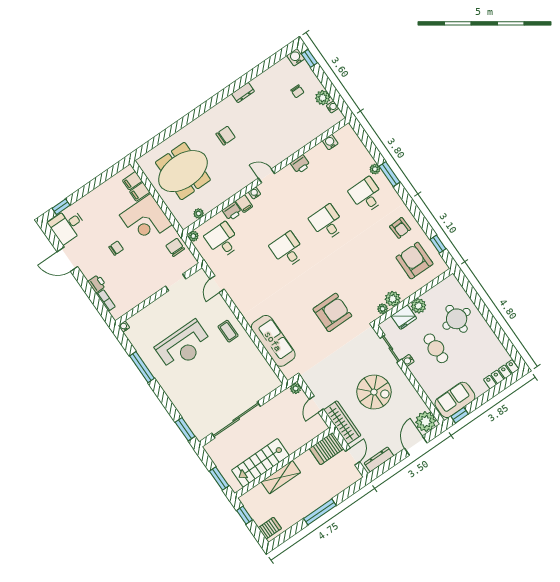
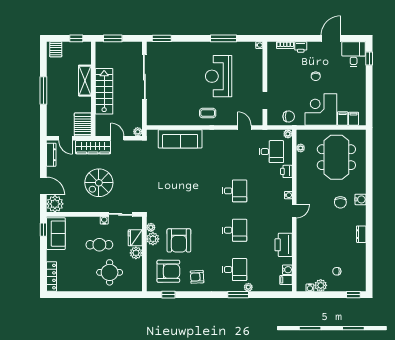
water cooler: (296, 57) -> (361, 199), moved
printer: (300, 164) -> (284, 245), width x1.87, depth x1.48
filing cabinet: (244, 204) -> (286, 280), moved
armchair: (332, 312) -> (179, 240), moved
stairs: (260, 463) -> (104, 91), moved

